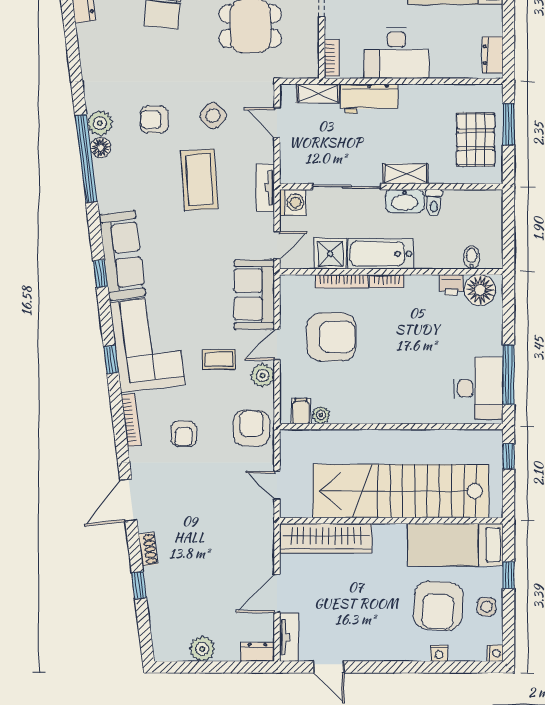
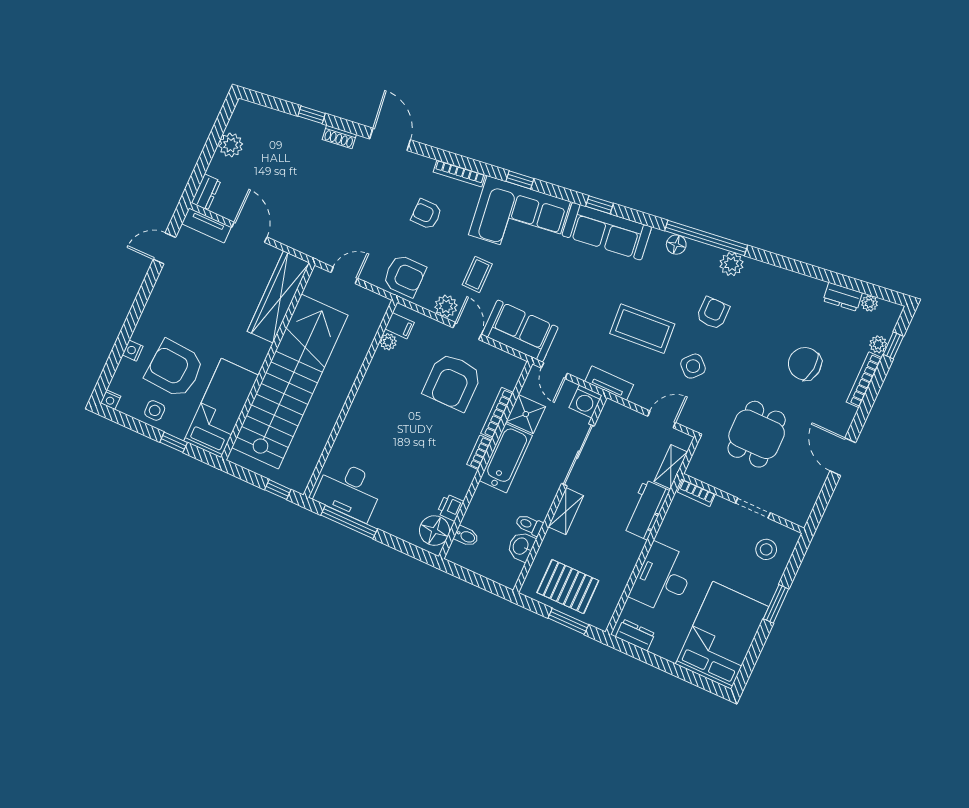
desk: (396, 53) -> (663, 578), moved
floor lamp: (101, 148) -> (676, 245), moved
washbasin: (405, 201) -> (521, 546), moved, width x0.72

